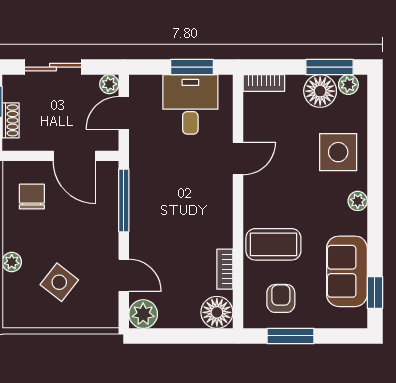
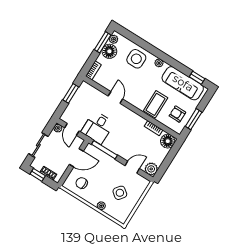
desk: (190, 104) -> (98, 127), moved, turned -90
sofa: (347, 271) -> (183, 83), width x1.36

